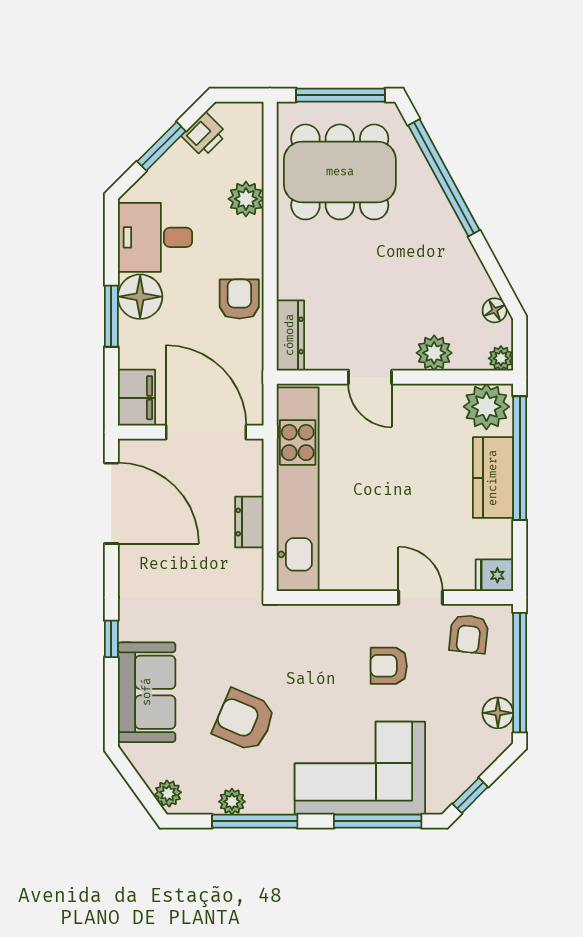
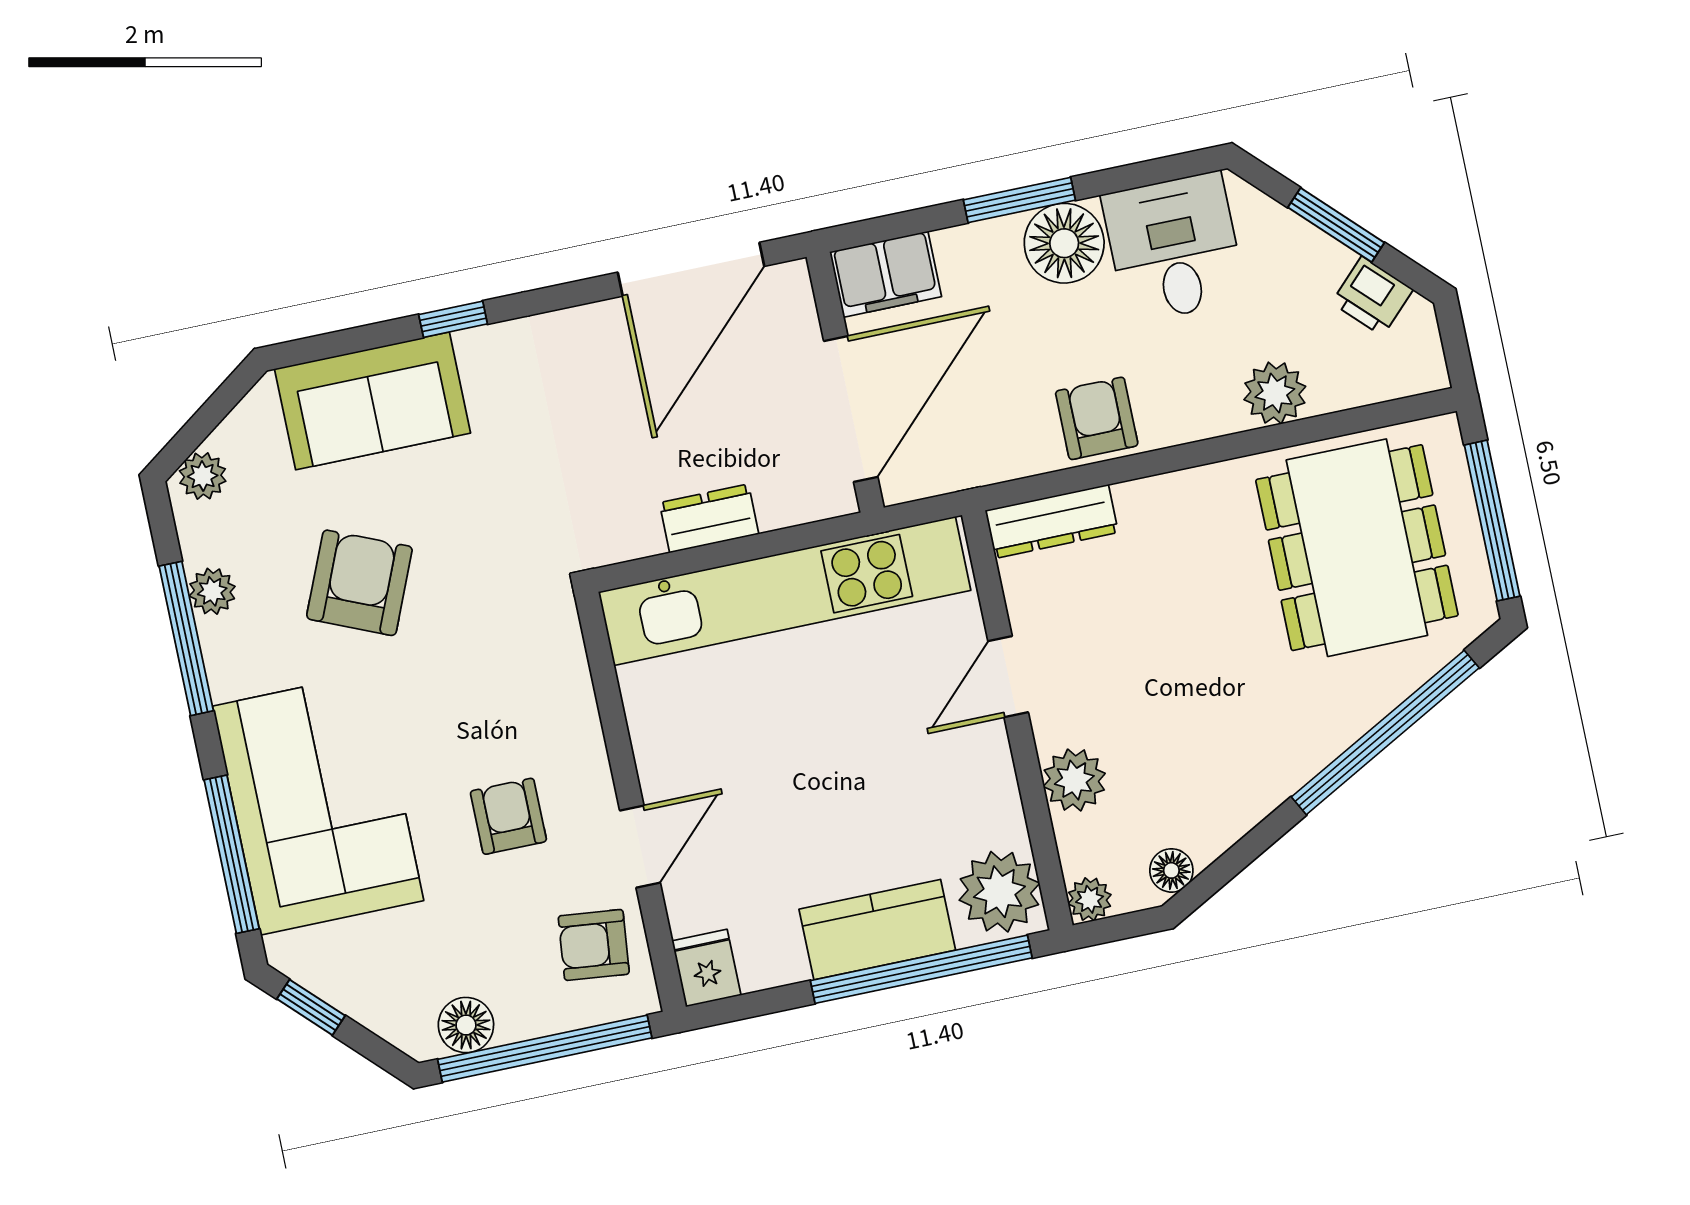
armchair: (239, 299) -> (1097, 418), turned -90

